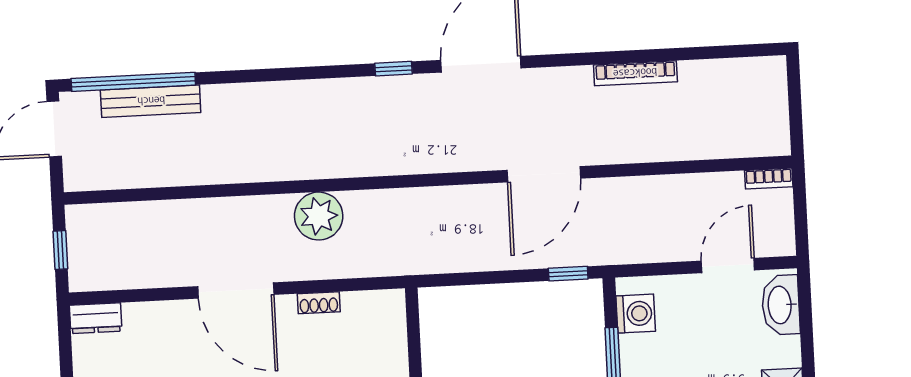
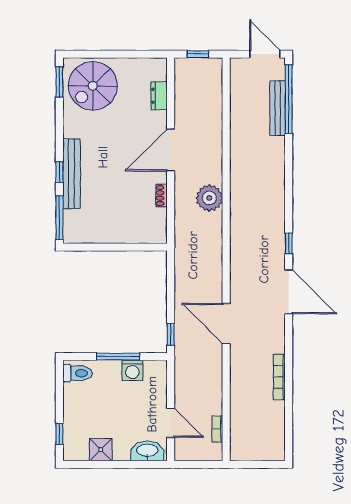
bookcase: (769, 179) -> (217, 429), moved
washing machine: (636, 314) -> (132, 370), moved
dresser: (96, 318) -> (159, 96), moved

